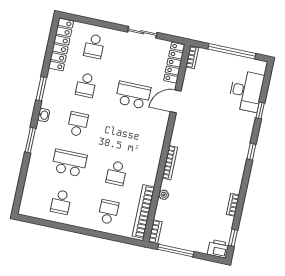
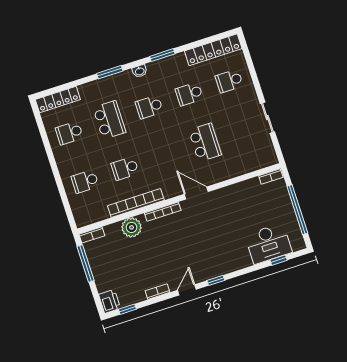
locker: (174, 63) -> (58, 100), moved, turned 180
door: (176, 101) -> (196, 193), moved
window: (260, 110) -> (279, 260), moved
school desk: (78, 124) -> (149, 107), turned 180
door: (245, 180) -> (187, 290), added
plant: (164, 195) -> (132, 227), width x1.88, depth x1.88
bookcase: (143, 211) -> (136, 203), moved
school desk: (108, 212) -> (85, 181), turned 180

